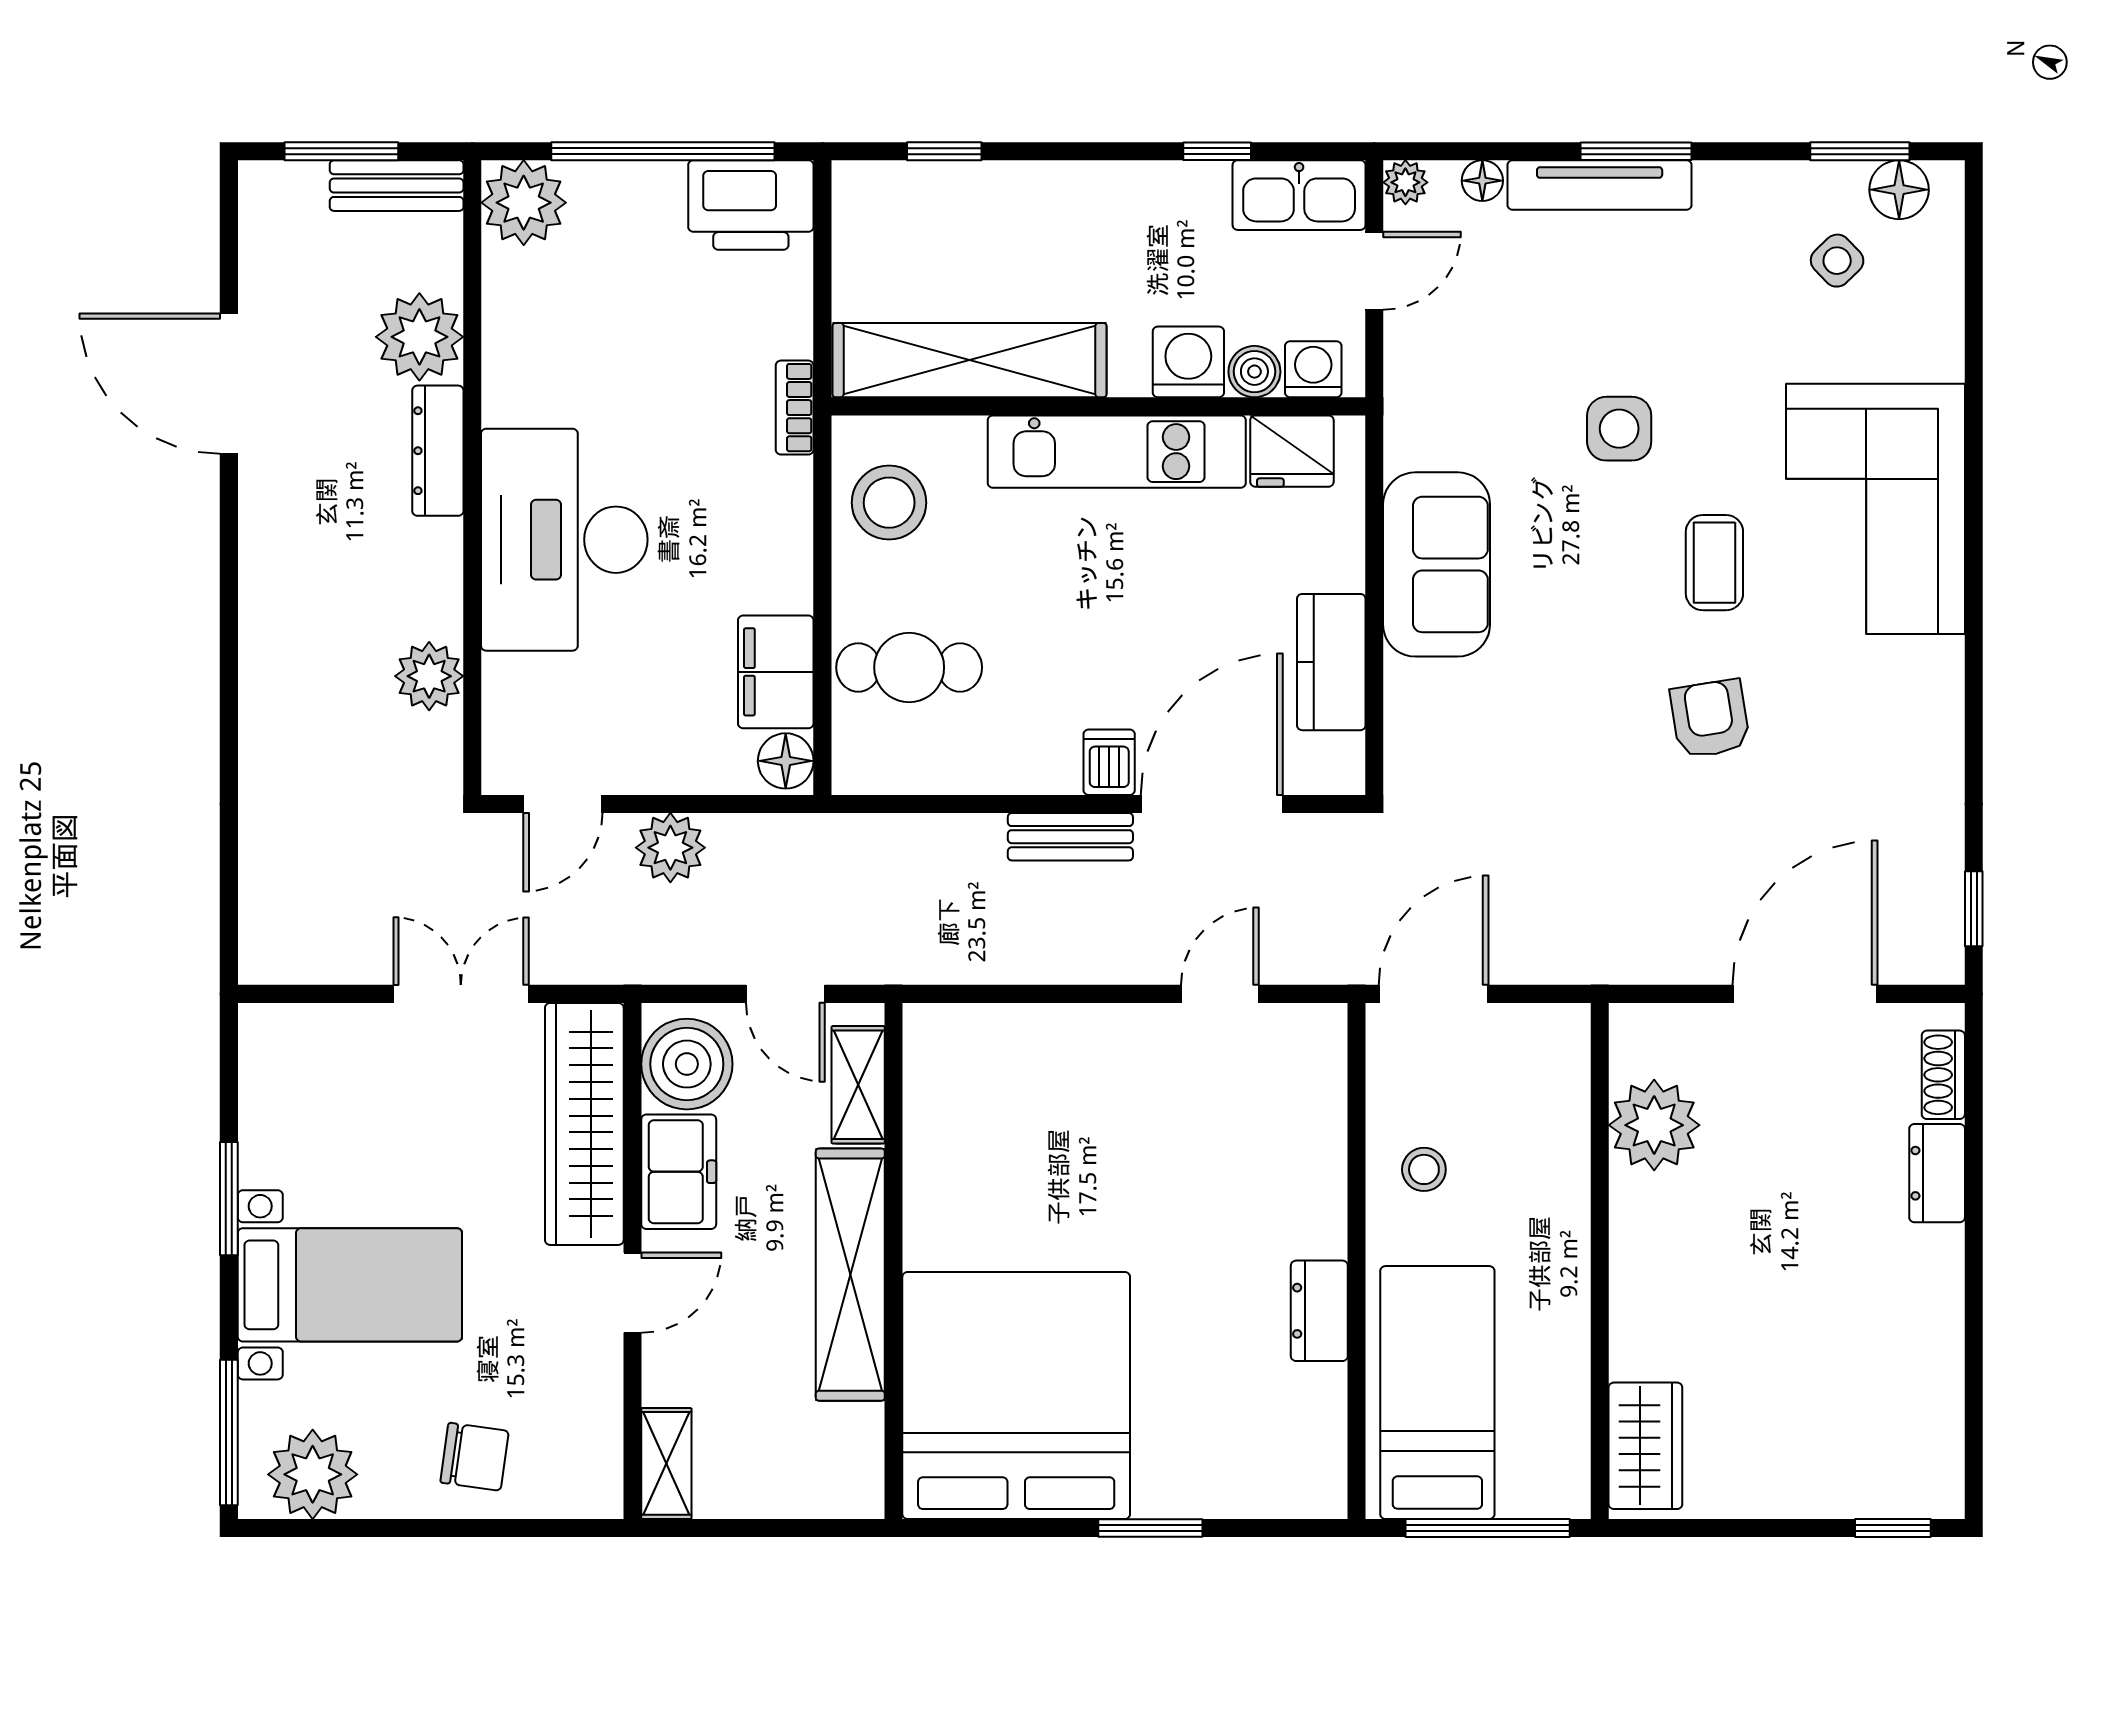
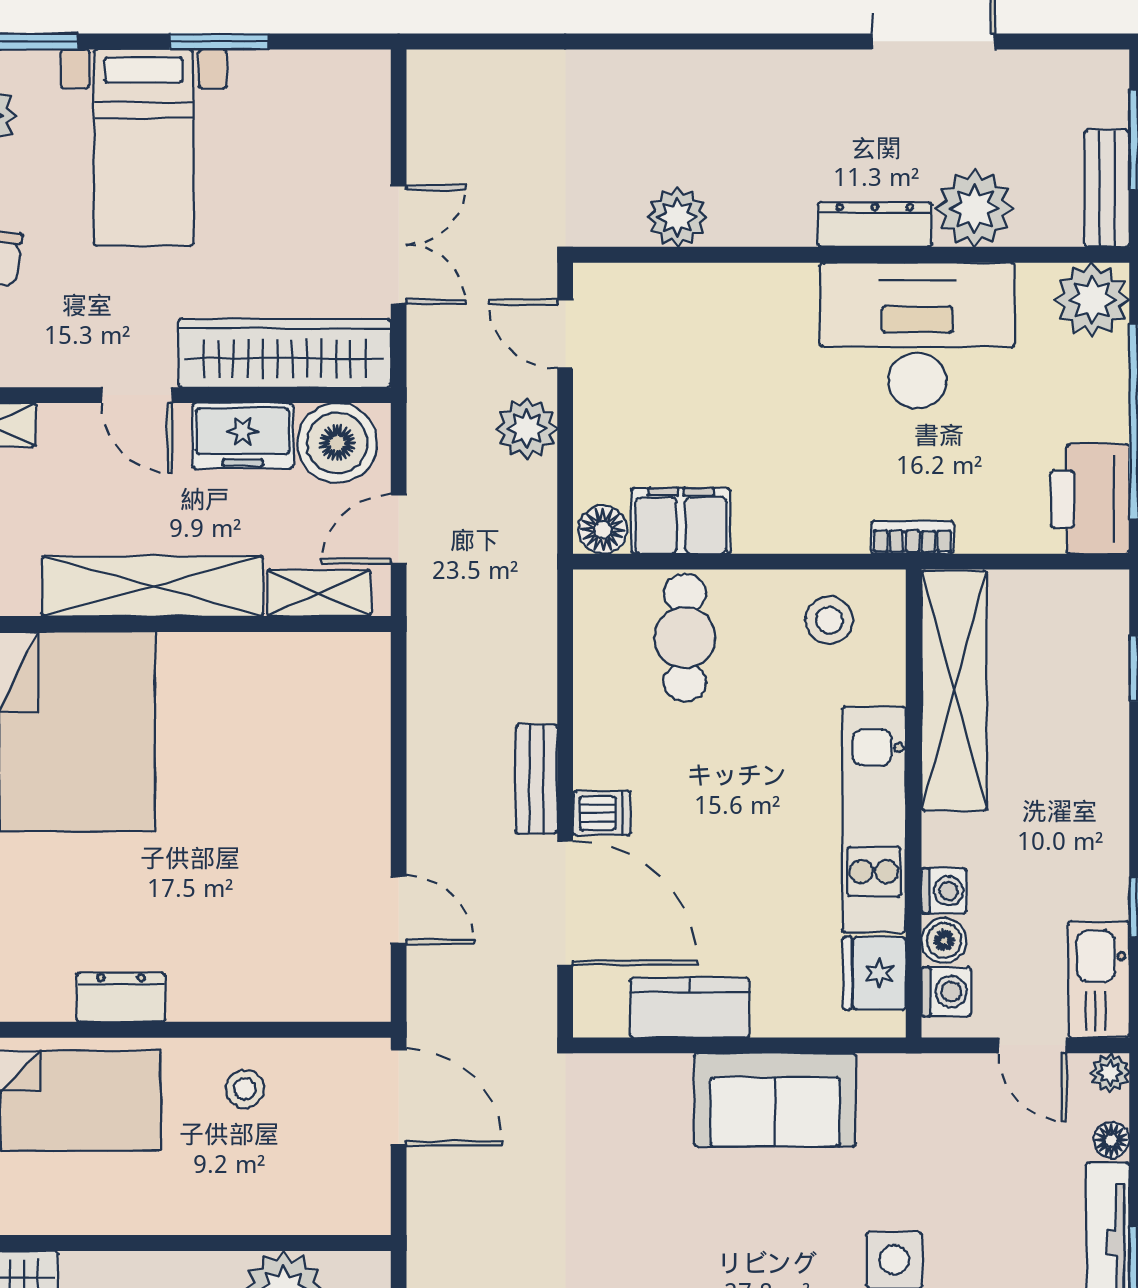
washing machine: (1188, 362) -> (944, 891), width x0.73, depth x0.73
stool: (889, 503) -> (829, 620), width x0.73, depth x0.73
desk: (564, 540) -> (917, 335), moved

